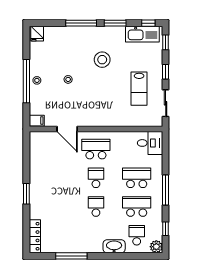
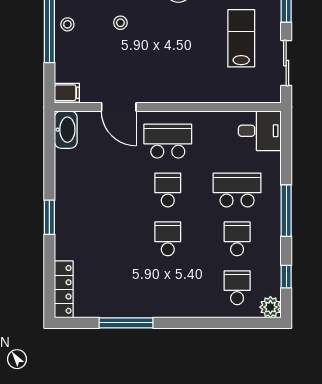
lab bench: (139, 89) -> (241, 38), turned 180
school desk: (137, 207) -> (237, 239), width x0.54
washbasin: (114, 246) -> (66, 130), moved, turned 90

